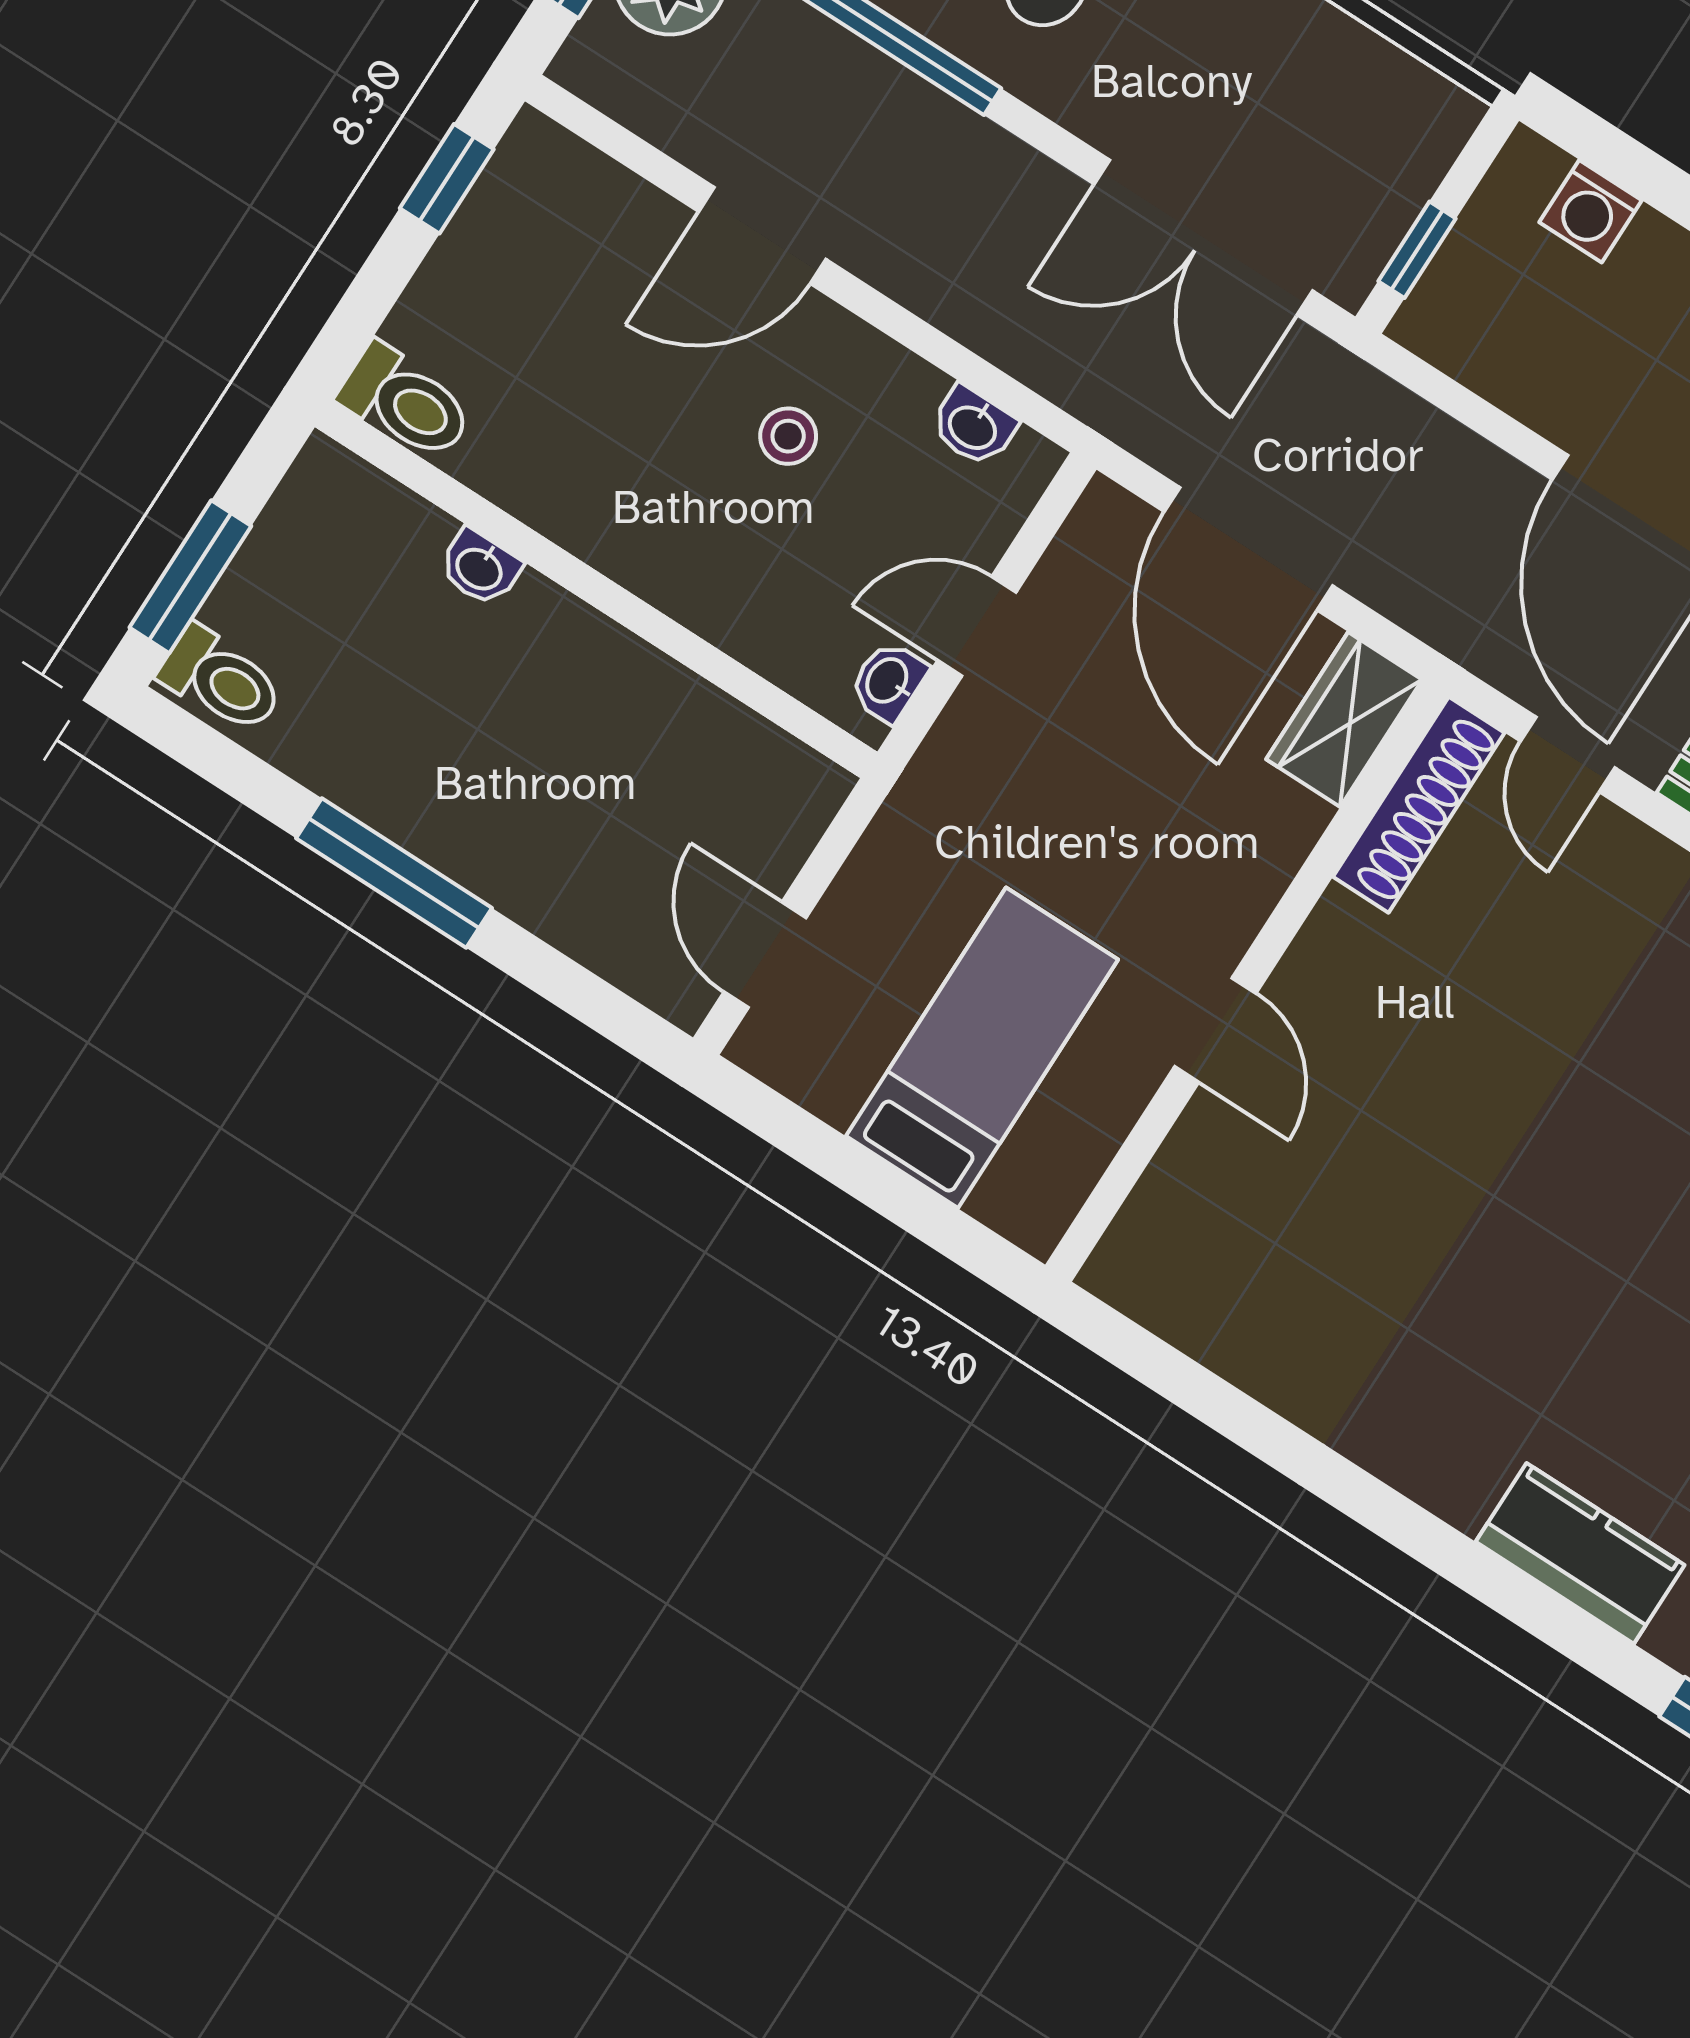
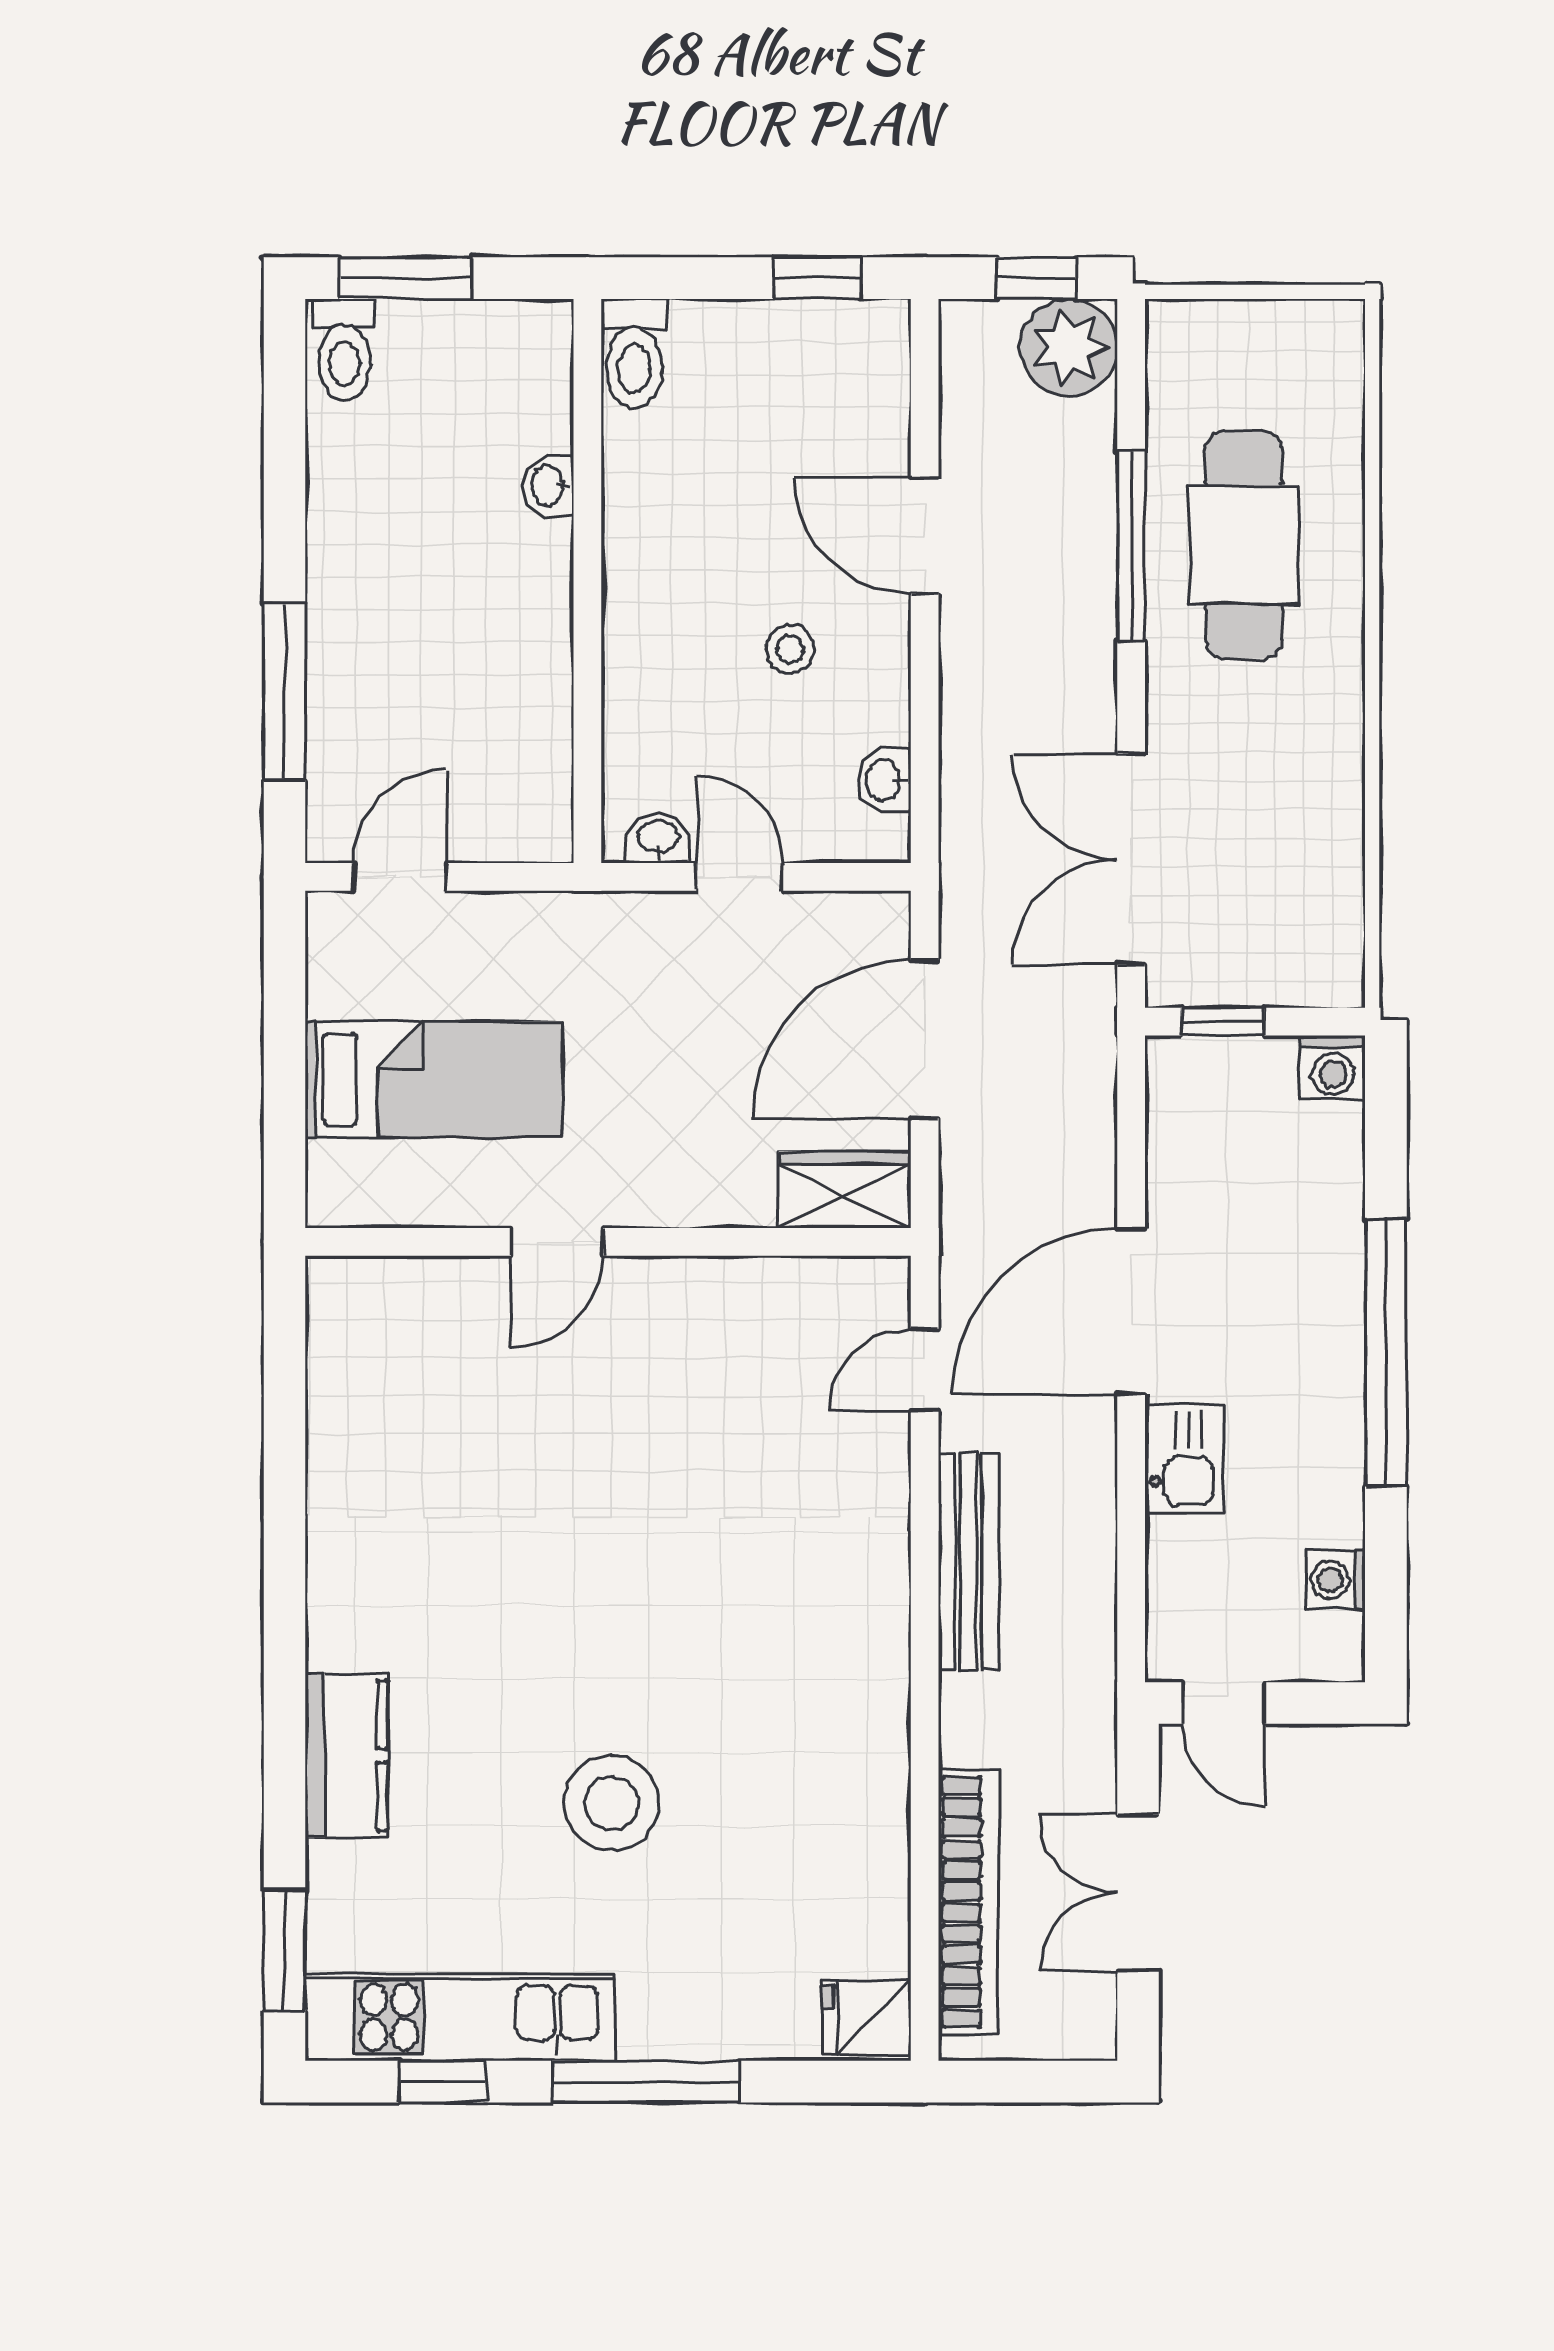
washing machine: (1590, 211) -> (1333, 1068), moved, turned -90
shoe rack: (1419, 805) -> (818, 1284), removed
window: (394, 873) -> (285, 691), moved

